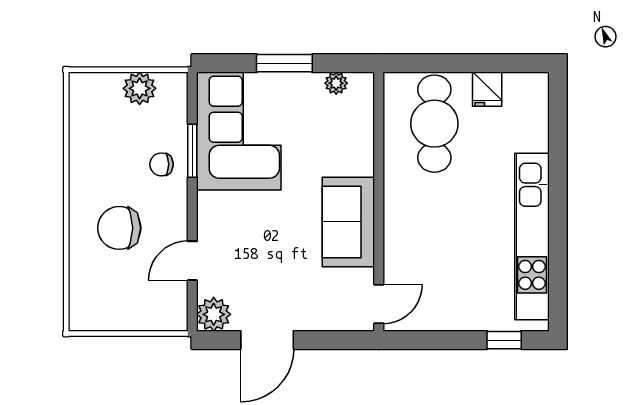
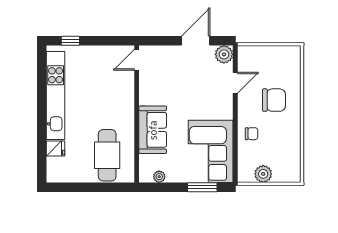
window: (284, 63) -> (202, 187), moved
fridge: (487, 89) -> (56, 149), moved, turned 90
window: (192, 151) -> (235, 141), removed
sofa: (348, 222) -> (153, 130), moved

